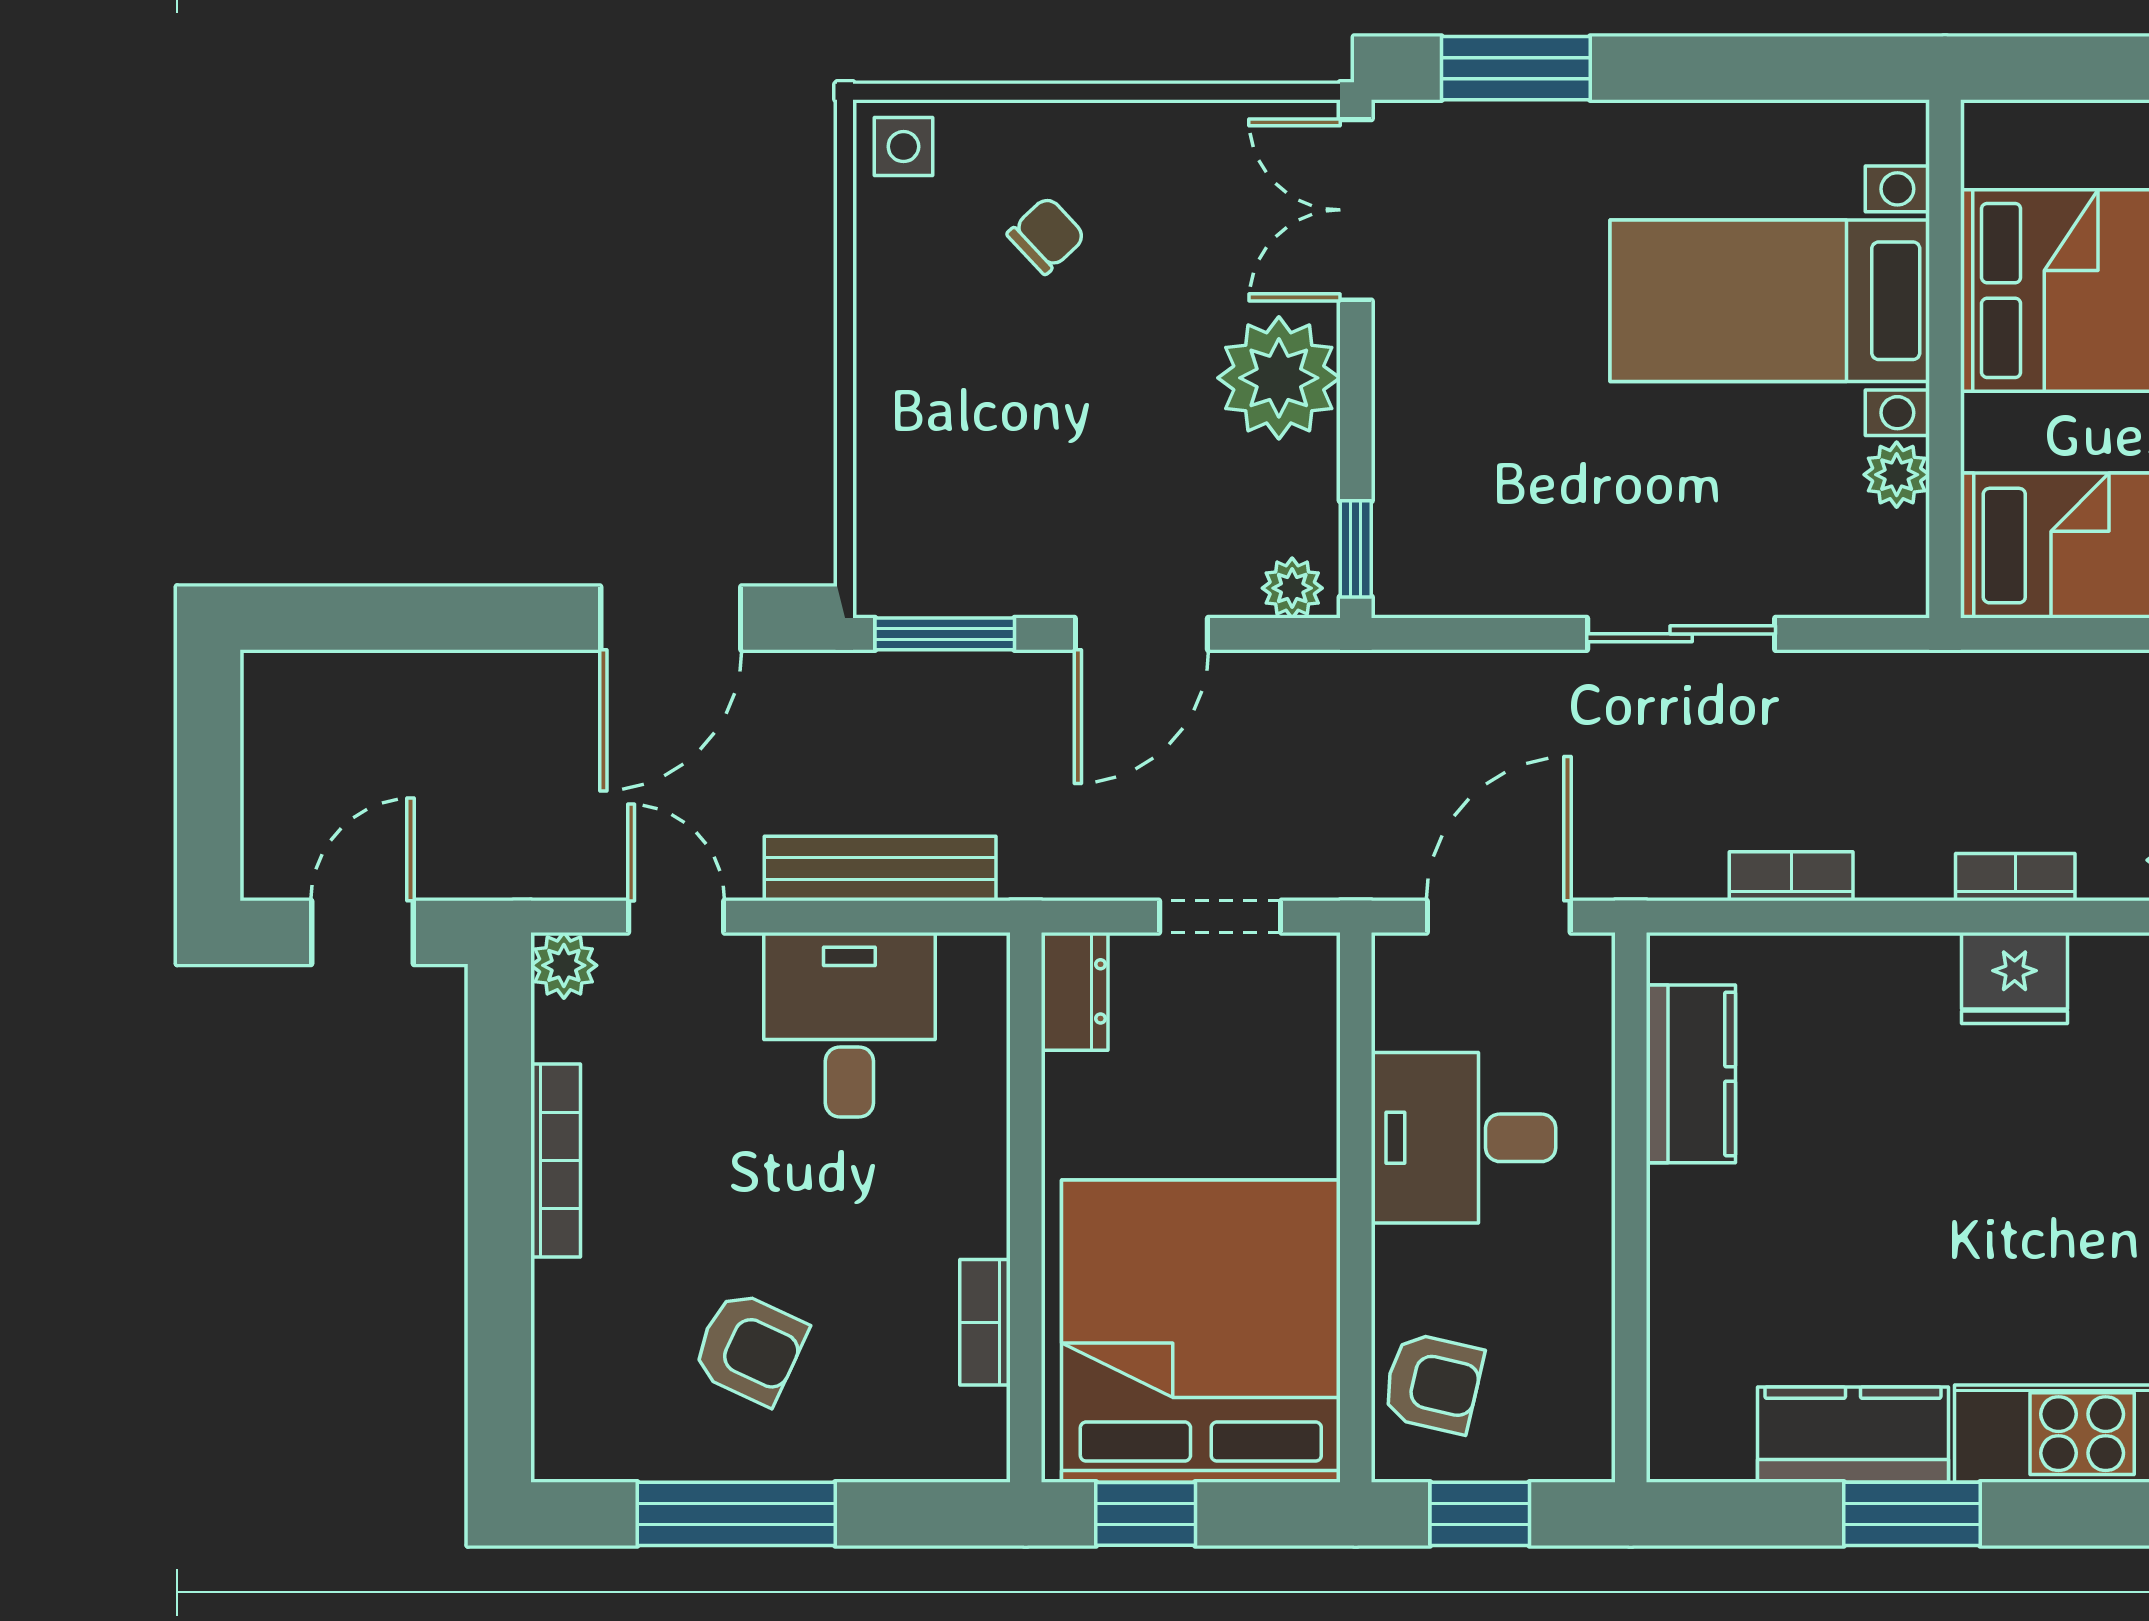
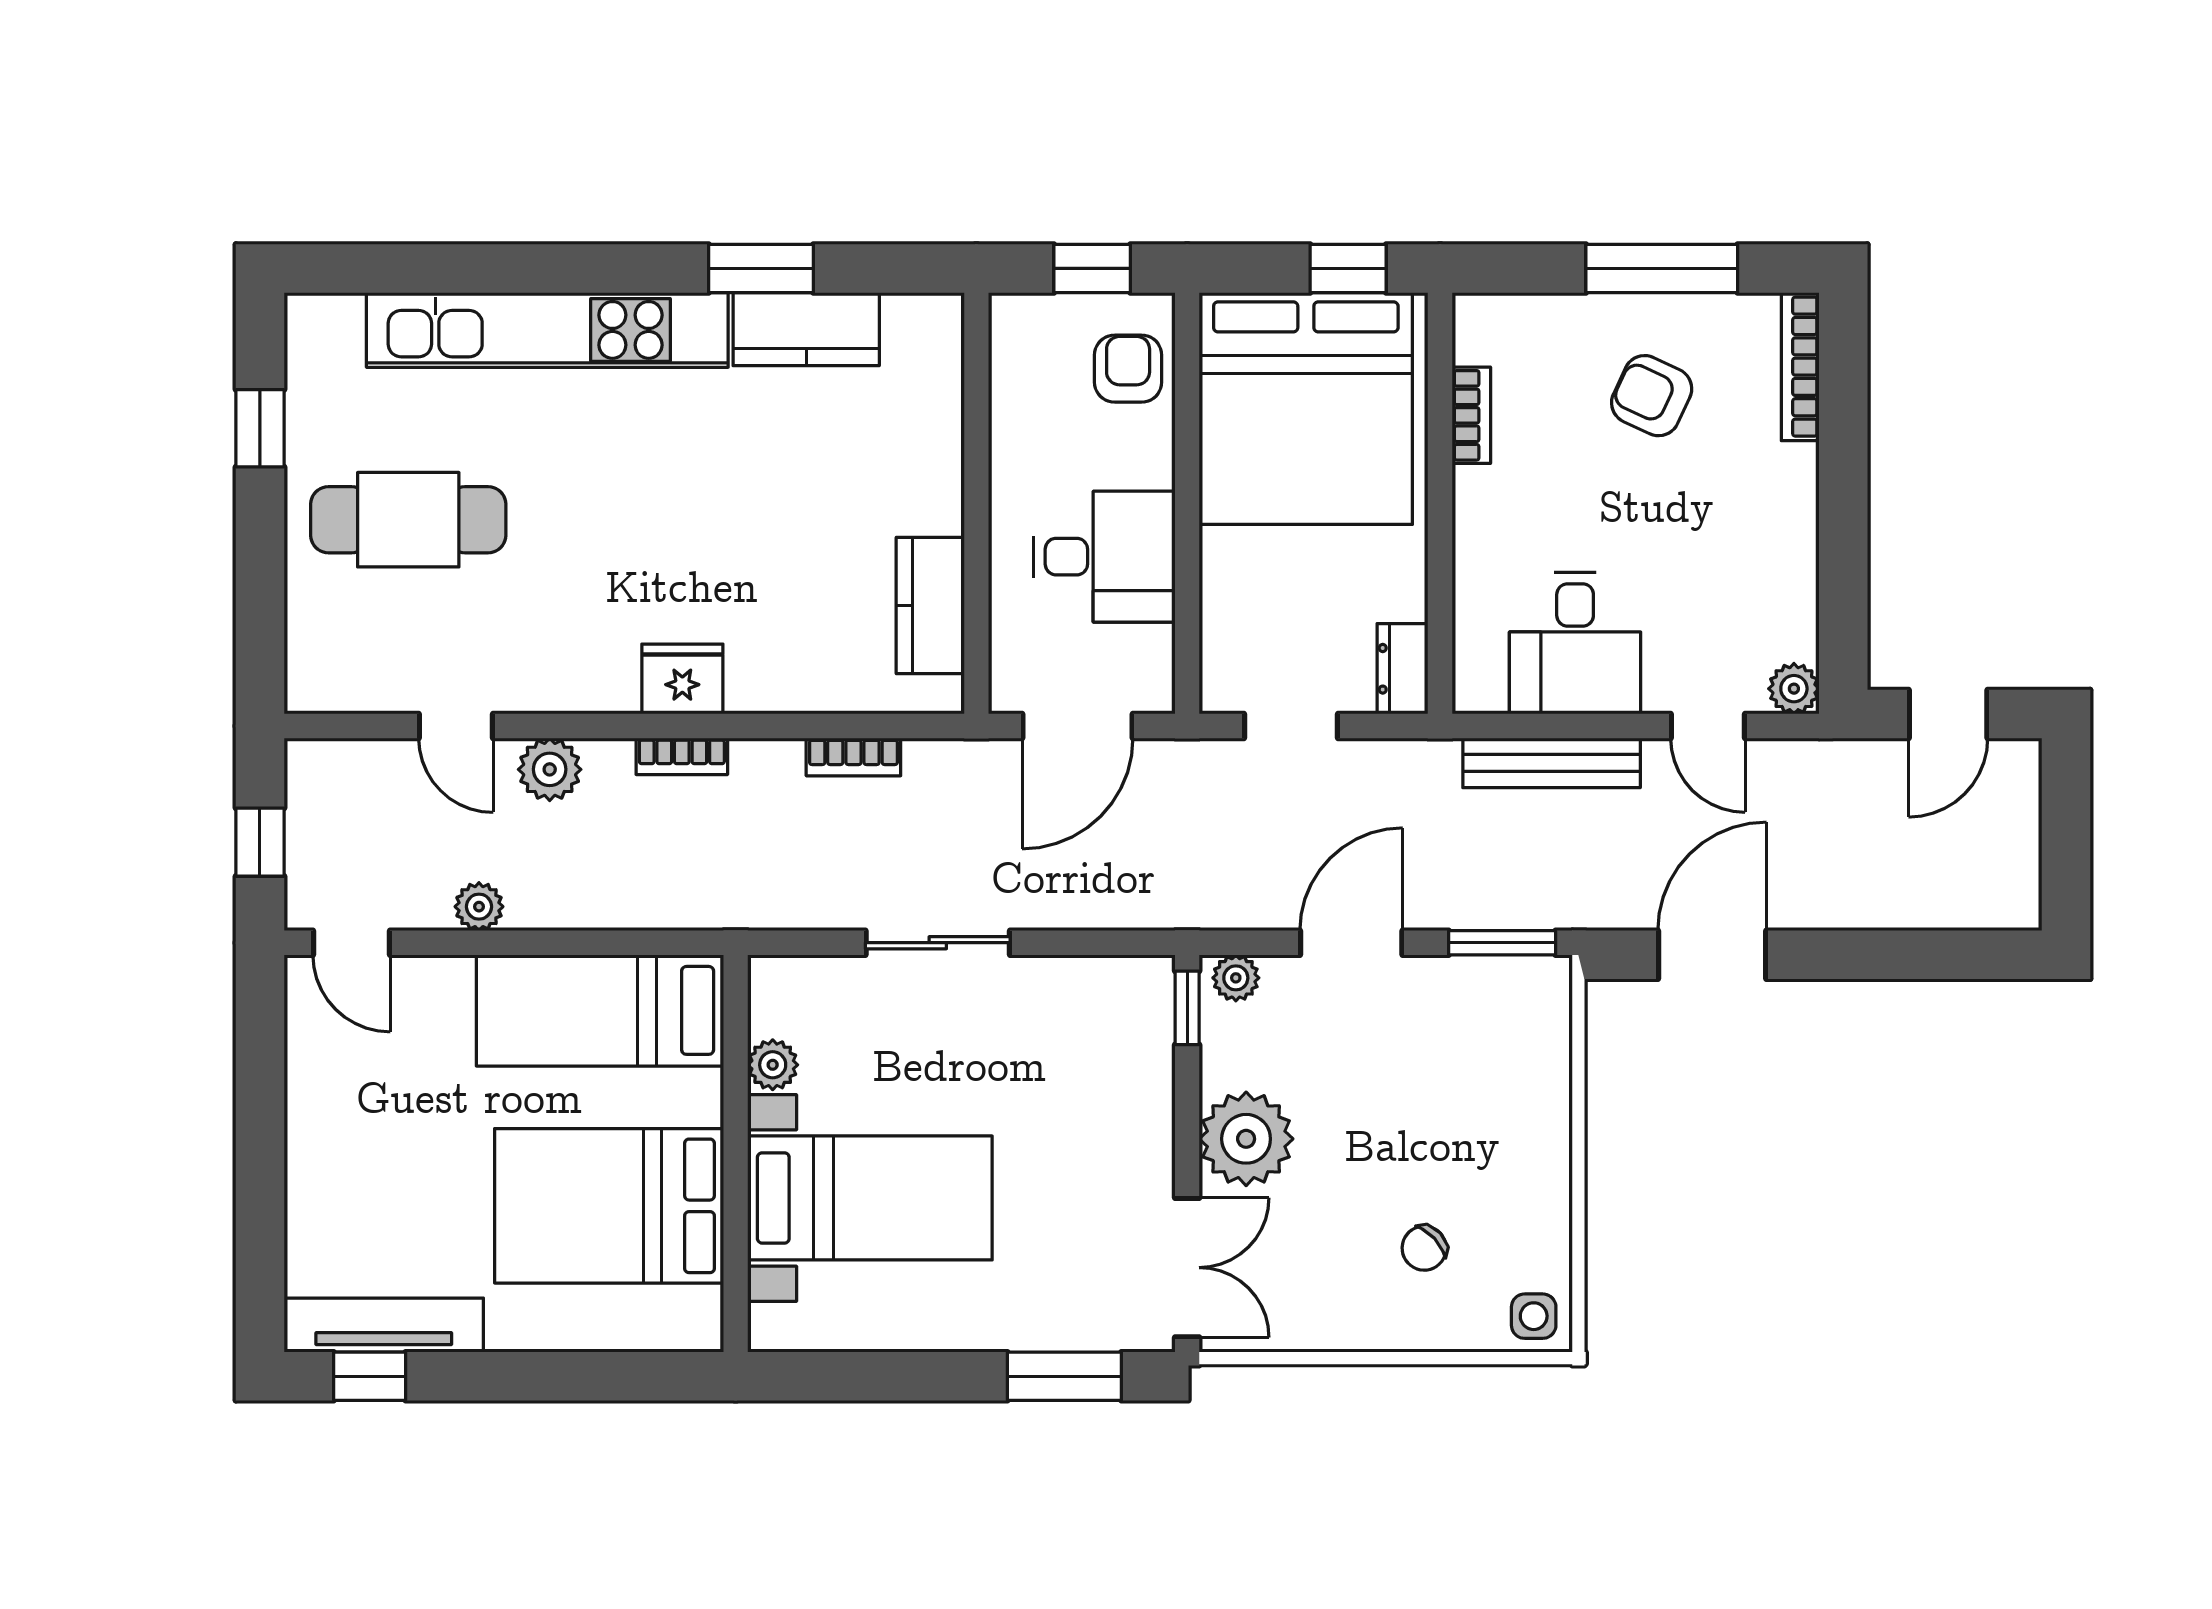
bookcase: (556, 1161) -> (1800, 367), moved
armchair: (1433, 1383) -> (1128, 369), turned 77

